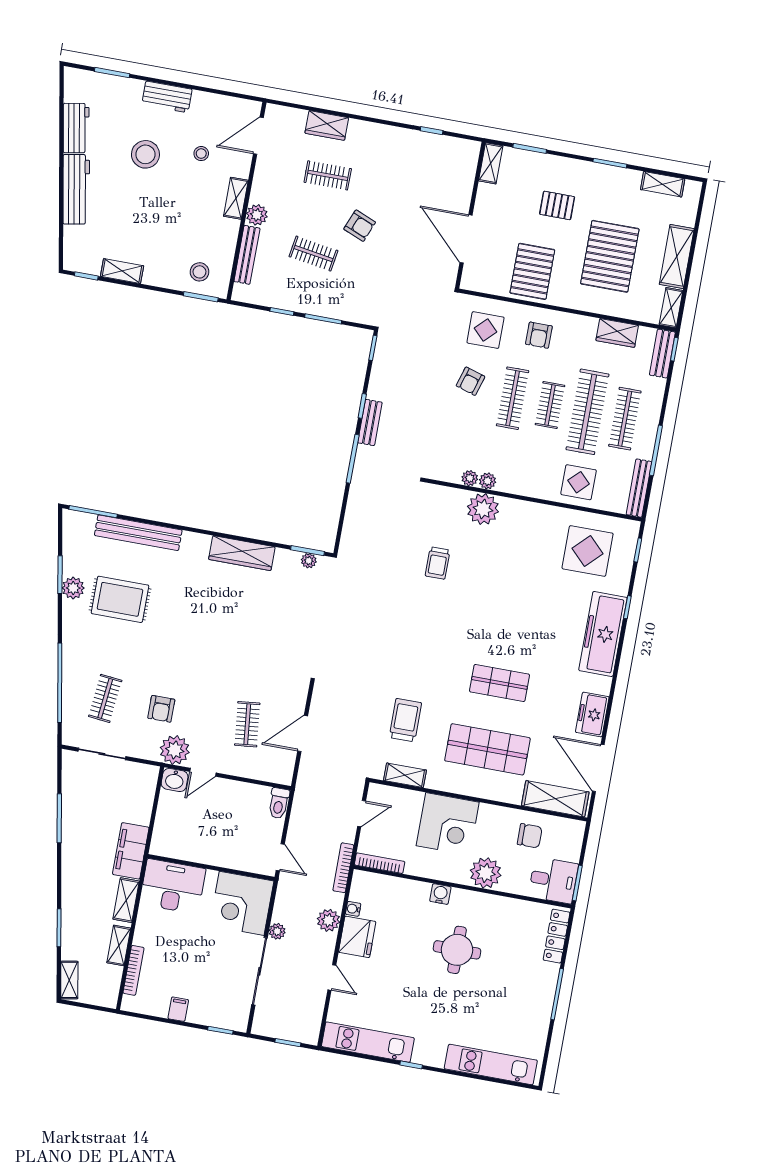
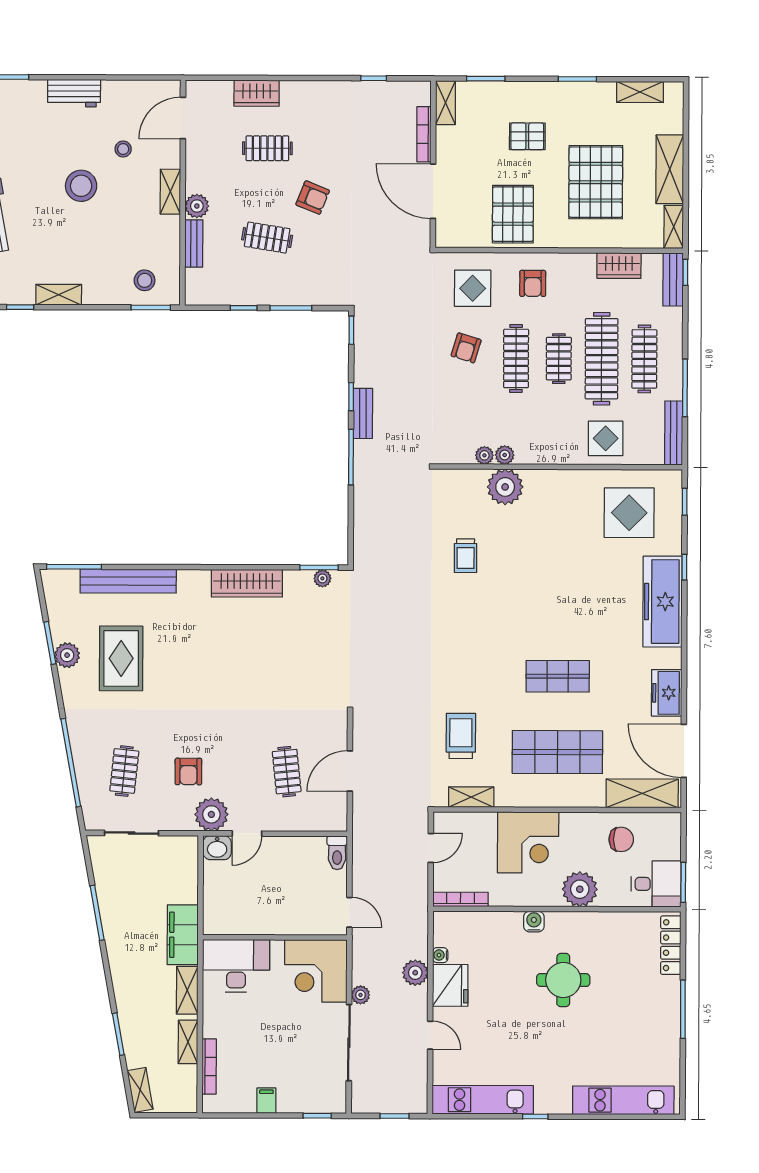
stool: (145, 154) -> (81, 186), moved
bench: (247, 255) -> (194, 243), width x0.73
rug: (120, 599) -> (121, 658), turned 90
bookcase: (343, 868) -> (424, 134), moved

